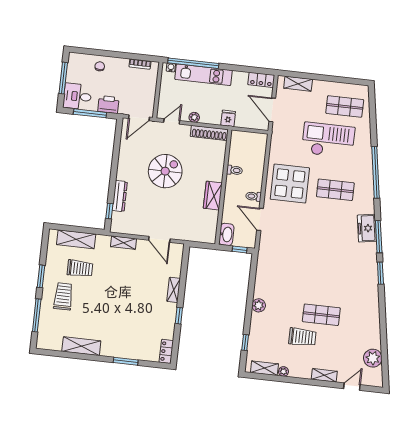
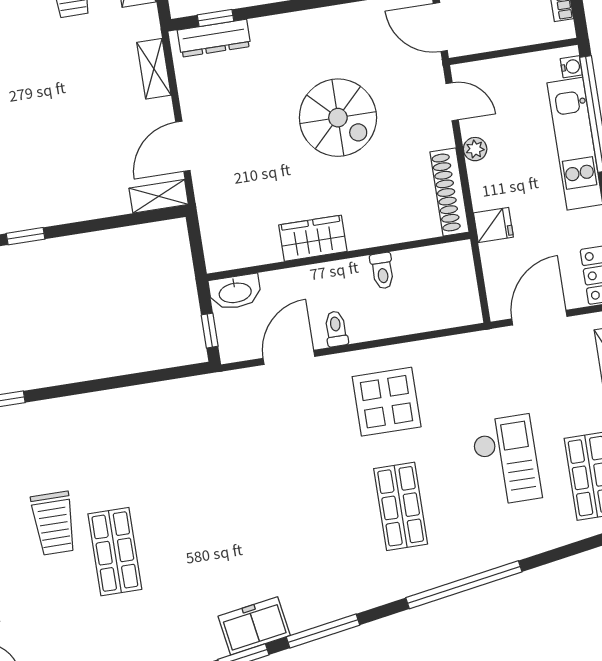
checkout: (328, 140) -> (506, 460), width x0.73, depth x0.83
display table: (290, 184) -> (387, 402), width x0.73, depth x0.73
dresser: (120, 196) -> (214, 38), moved
freezer: (367, 228) -> (254, 626), moved
shelving: (174, 290) -> (159, 196), moved
plant: (259, 305) -> (97, 407), removed

